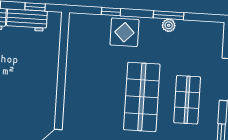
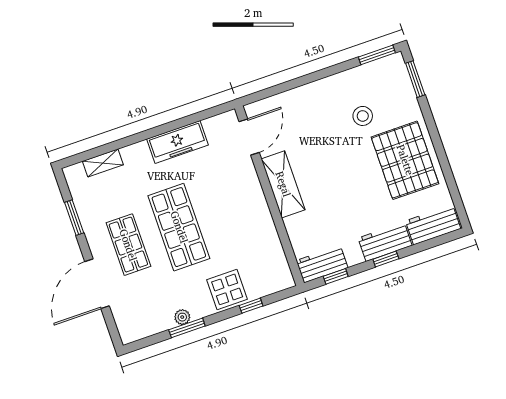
workbench: (27, 20) -> (322, 264), moved
shelving: (46, 96) -> (283, 184), added

